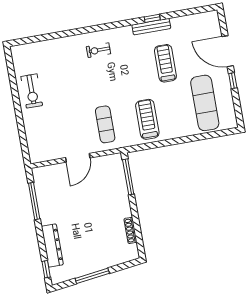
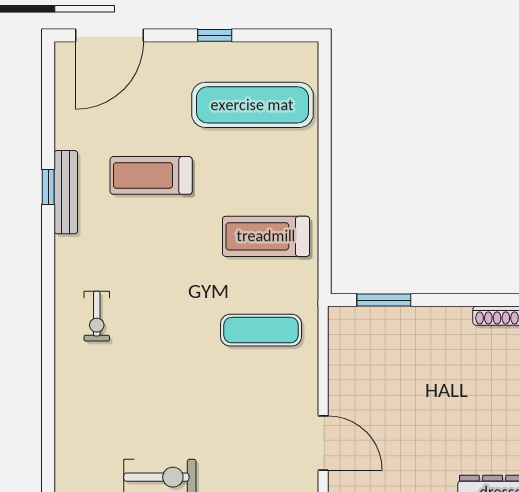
door: (228, 51) -> (110, 35), moved
door: (78, 158) -> (323, 443), moved
window: (128, 177) -> (384, 300), width x0.69

